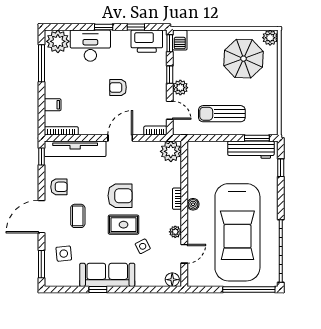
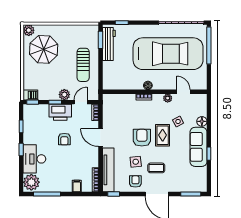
printer: (147, 41) -> (60, 112), moved, turned 90
plant: (171, 151) -> (110, 101), removed
side table: (64, 254) -> (136, 162), moved
floor lamp: (172, 280) -> (202, 121), moved

